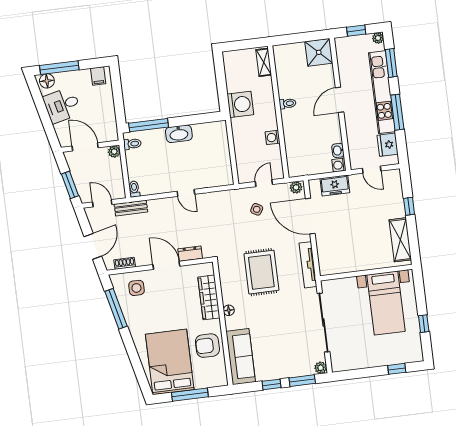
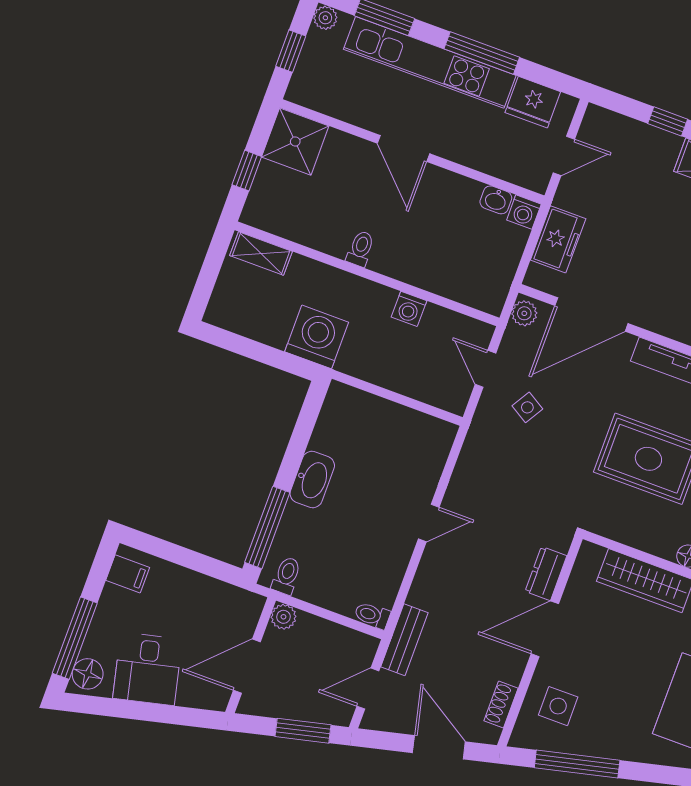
window: (296, 38) -> (247, 171), added

